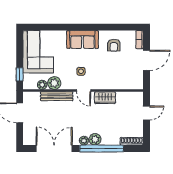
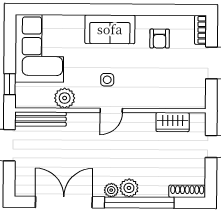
plant: (42, 85) -> (45, 101), removed
door: (84, 91) -> (111, 110), hinge flipped
bench: (57, 96) -> (40, 119), moved
wardrobe: (105, 98) -> (173, 122), moved

